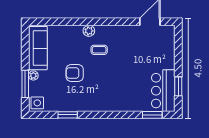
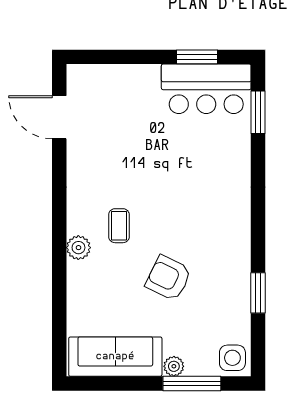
armchair: (75, 73) -> (169, 278), turned 116

